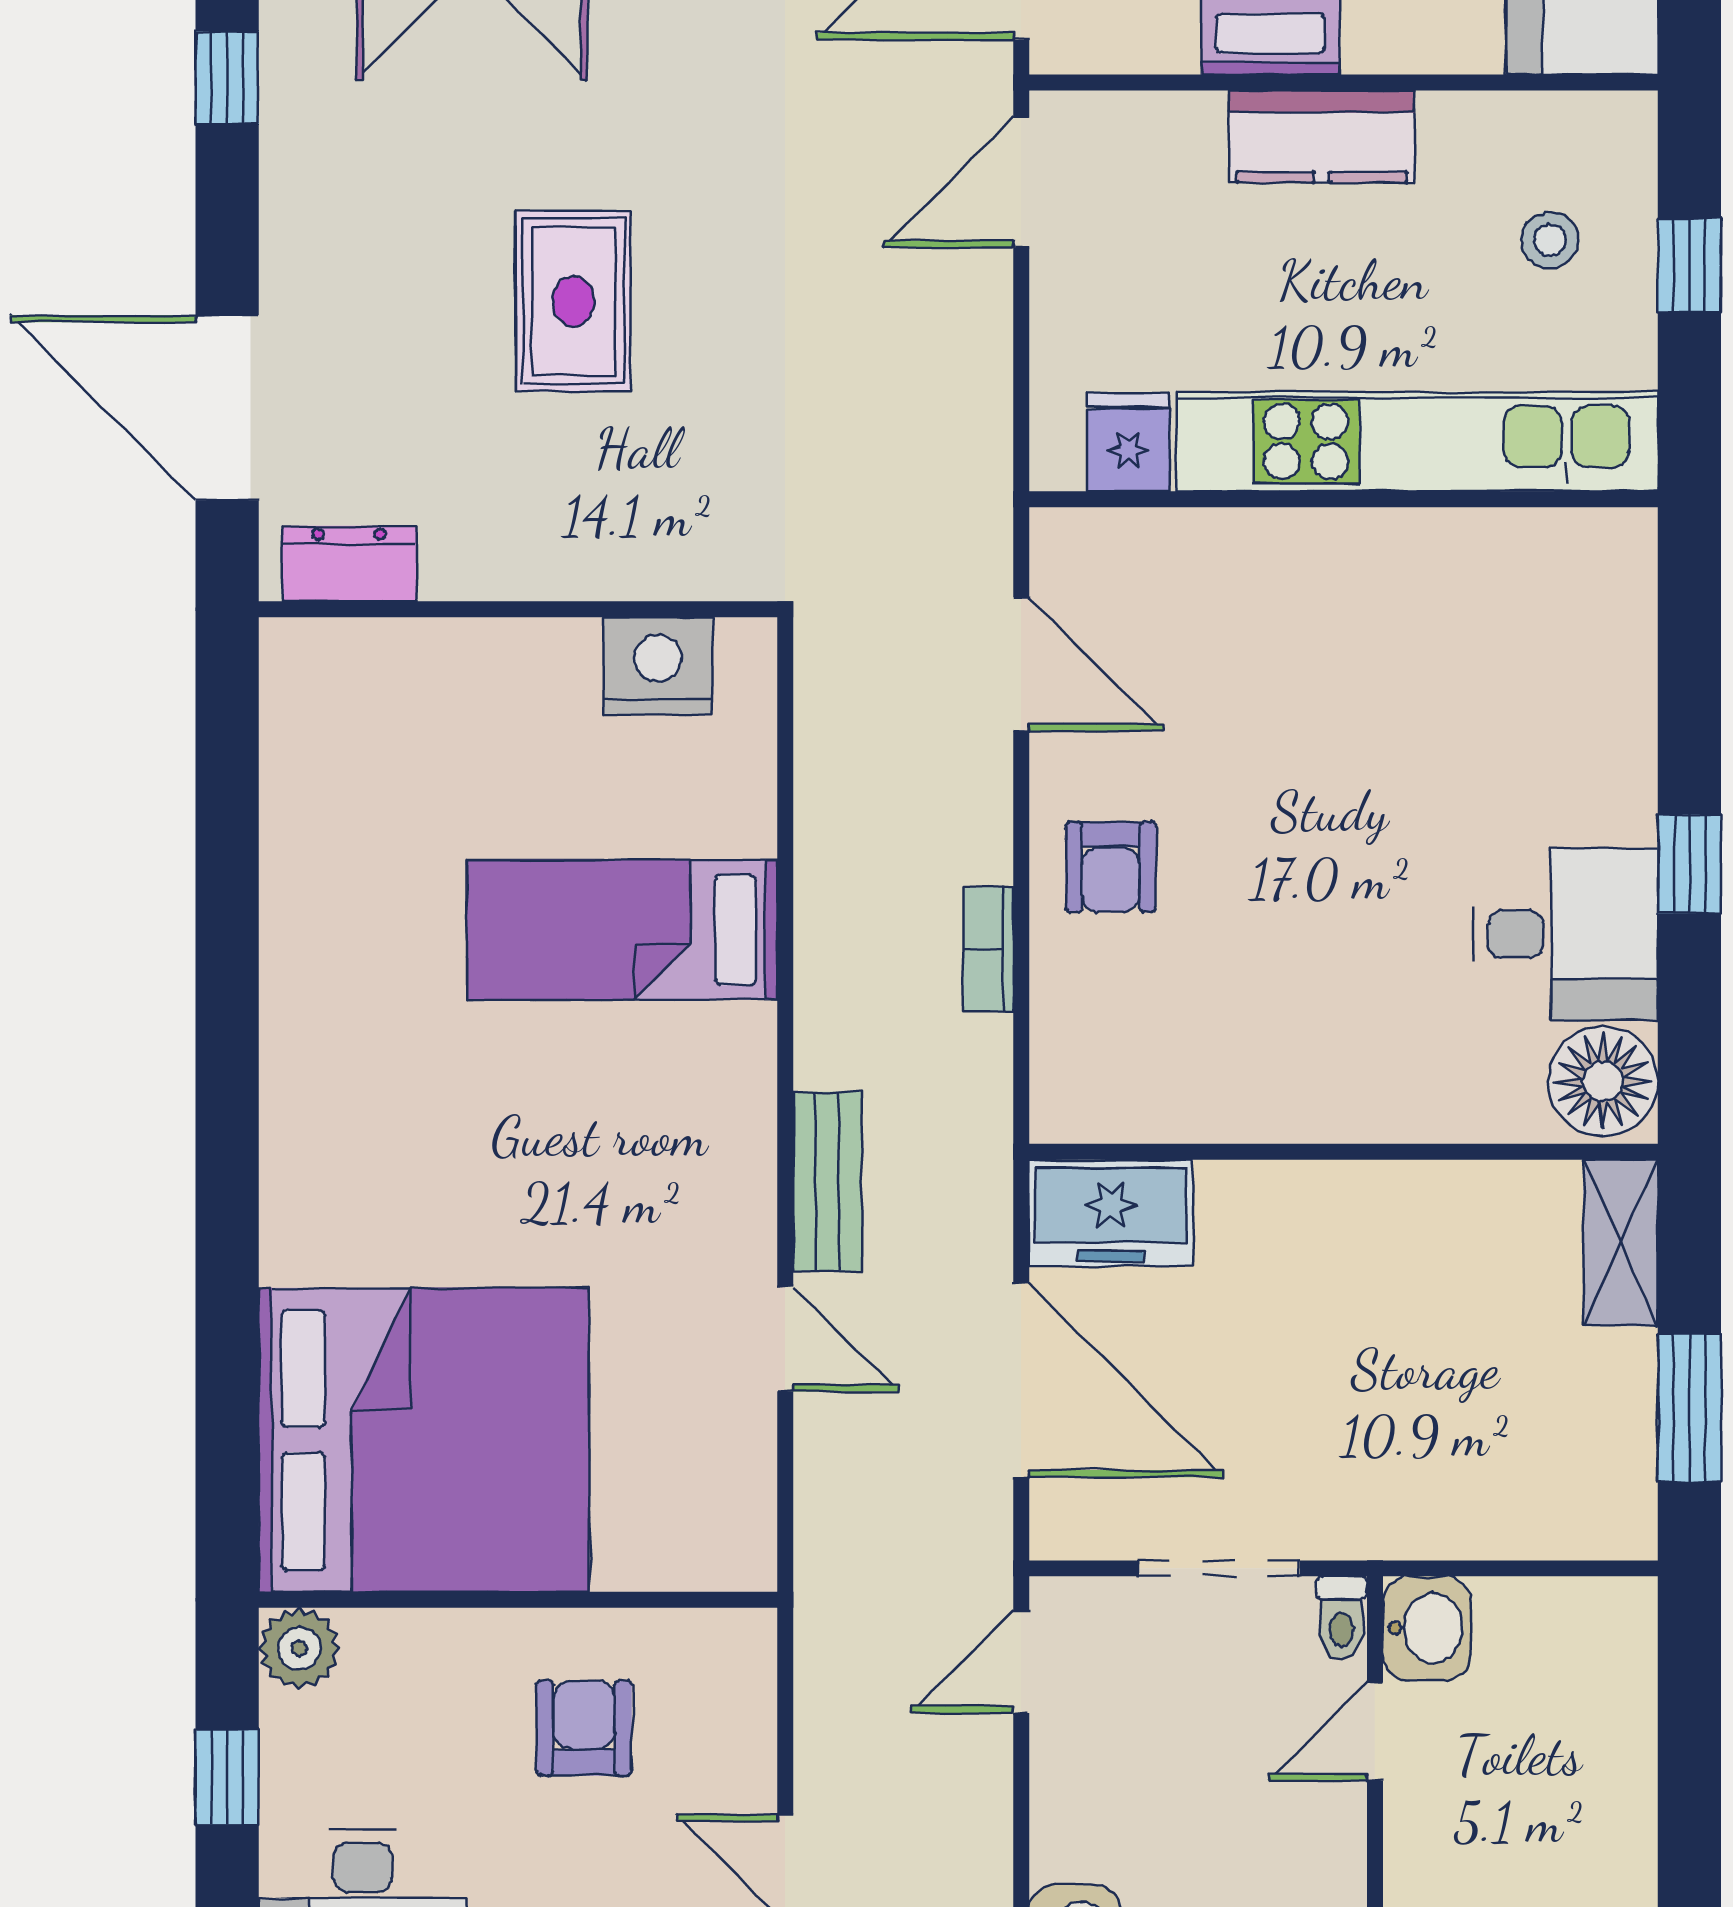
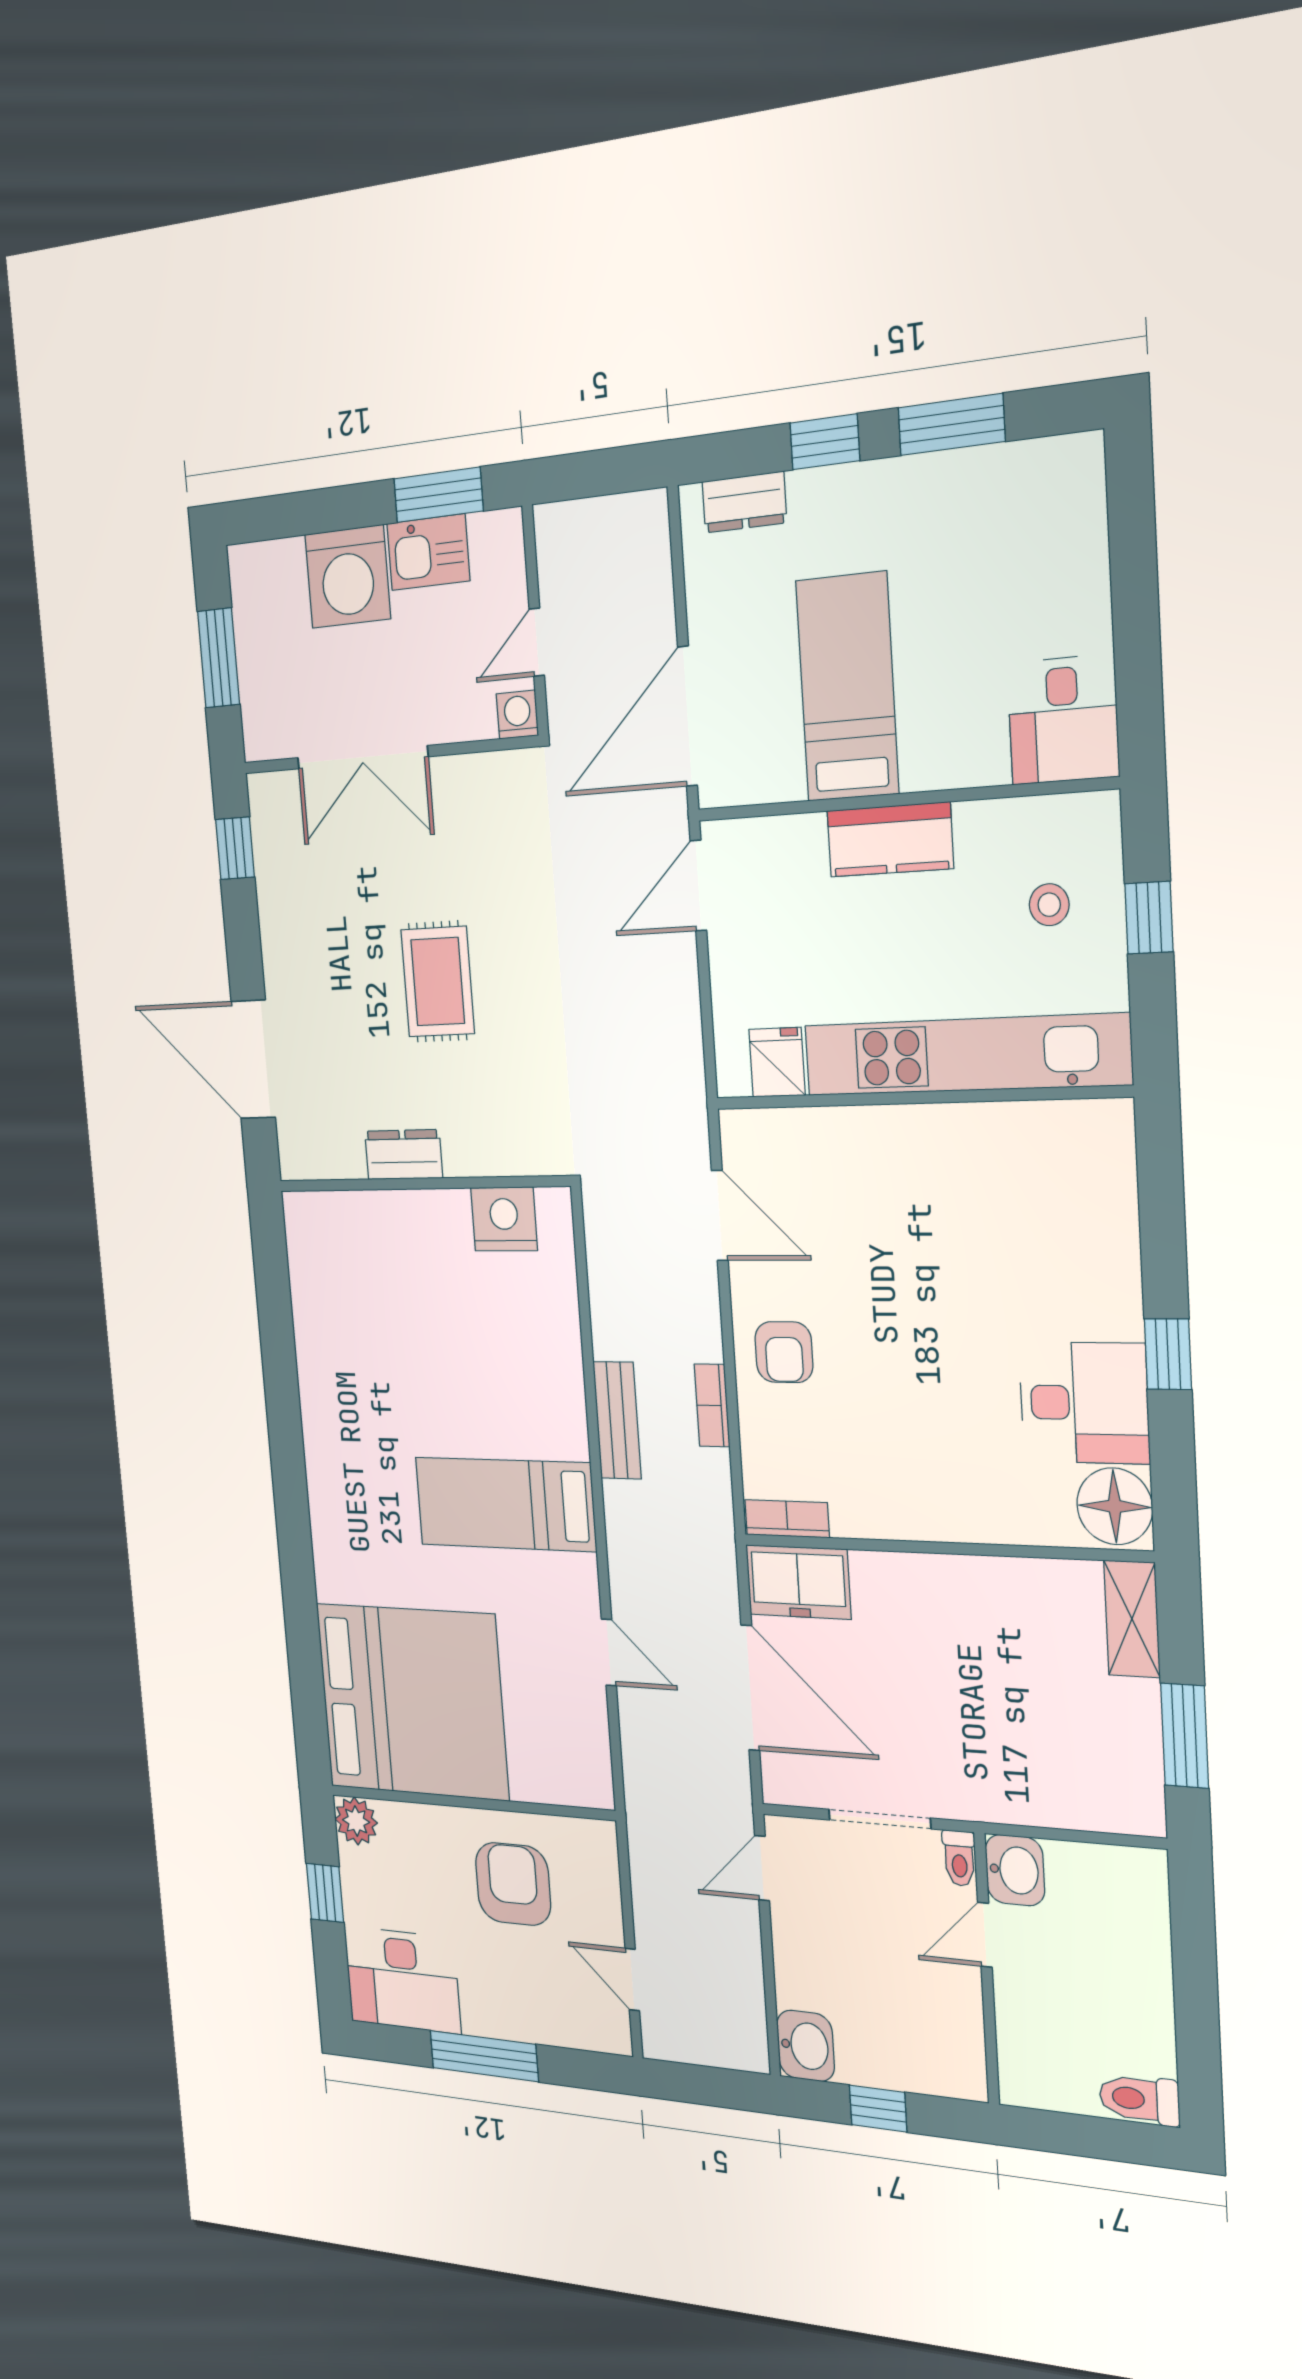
dresser: (349, 564) -> (404, 1155), moved
bed: (622, 930) -> (505, 1504), moved
bookcase: (1099, 1117) -> (787, 1519), added
bench: (827, 1182) -> (617, 1420), moved
armchair: (584, 1728) -> (513, 1884), width x1.38, depth x1.38

